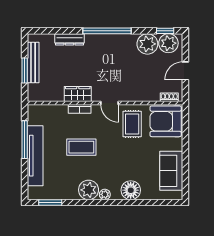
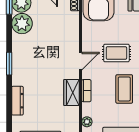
window: (107, 31) -> (9, 64), width x0.47
plant: (48, 110) -> (87, 122), added
rug: (132, 124) -> (116, 53), moved

